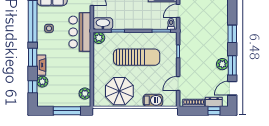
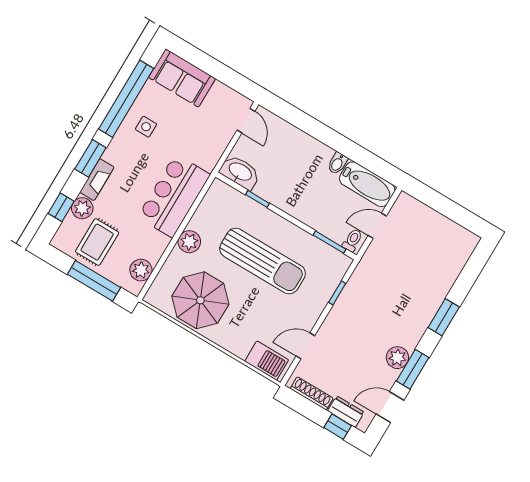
bar counter: (80, 32) -> (174, 196), moved
plant: (99, 38) -> (189, 242), moved
rug: (58, 93) -> (97, 242), added
barbecue: (153, 100) -> (267, 361), moved

